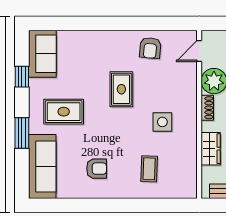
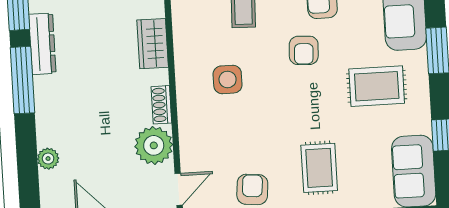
rug: (121, 89) -> (319, 168), moved
armchair: (111, 138) -> (304, 50), added

